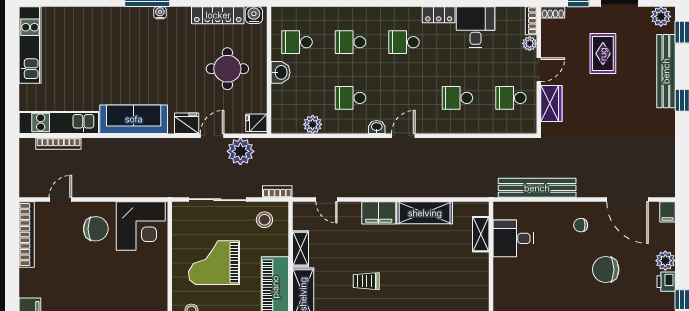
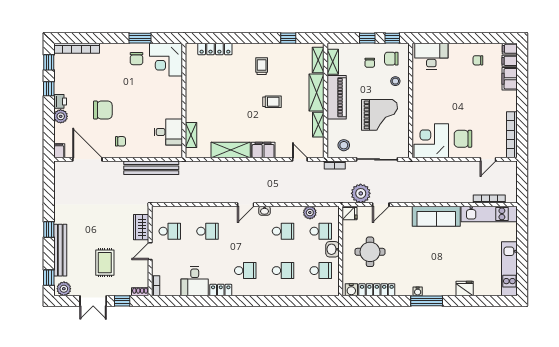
plant: (530, 43) -> (157, 270), removed
school desk: (297, 98) -> (321, 231), added
fridge: (187, 123) -> (465, 288), moved, turned 180

